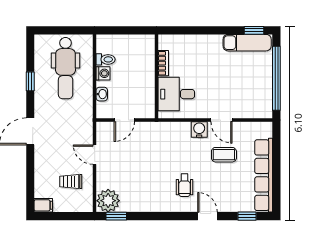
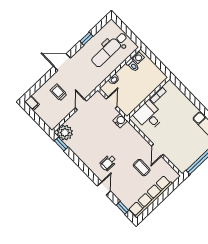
washing machine: (103, 73) -> (138, 57), moved
door: (124, 120) -> (112, 103), swing flipped
water cooler: (199, 129) -> (120, 121), moved
trolley: (71, 182) -> (59, 92), moved

